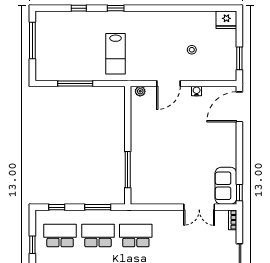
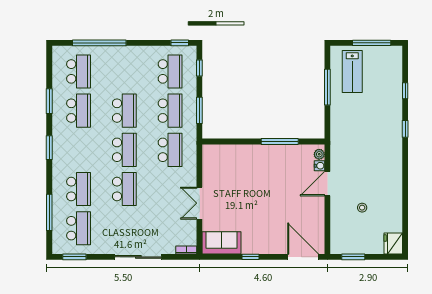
lab bench: (116, 54) -> (352, 72), moved, turned -90
door: (169, 83) -> (327, 184), hinge flipped
water cooler: (197, 91) -> (319, 166), moved
window: (128, 170) -> (280, 141), moved
window: (239, 193) -> (251, 257), moved
double door: (199, 207) -> (199, 203), moved
window: (32, 245) -> (180, 43), moved

